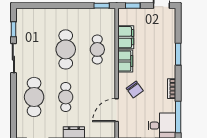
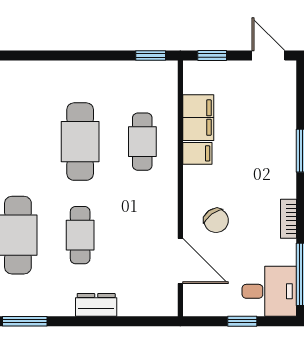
filing cabinet: (125, 61) -> (197, 153), width x0.50
door: (117, 110) -> (180, 261), swing flipped

